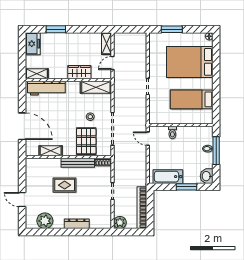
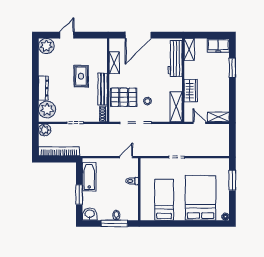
plant: (99, 220) -> (47, 109), added
plant: (45, 221) -> (46, 46), moved

